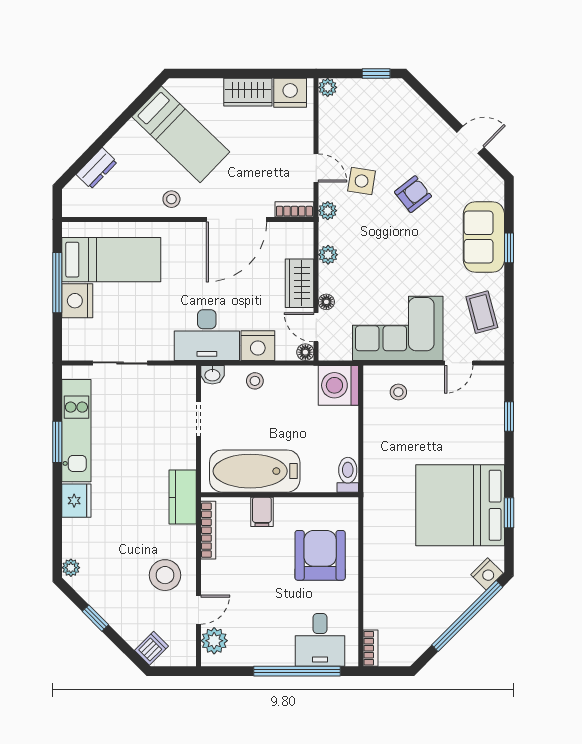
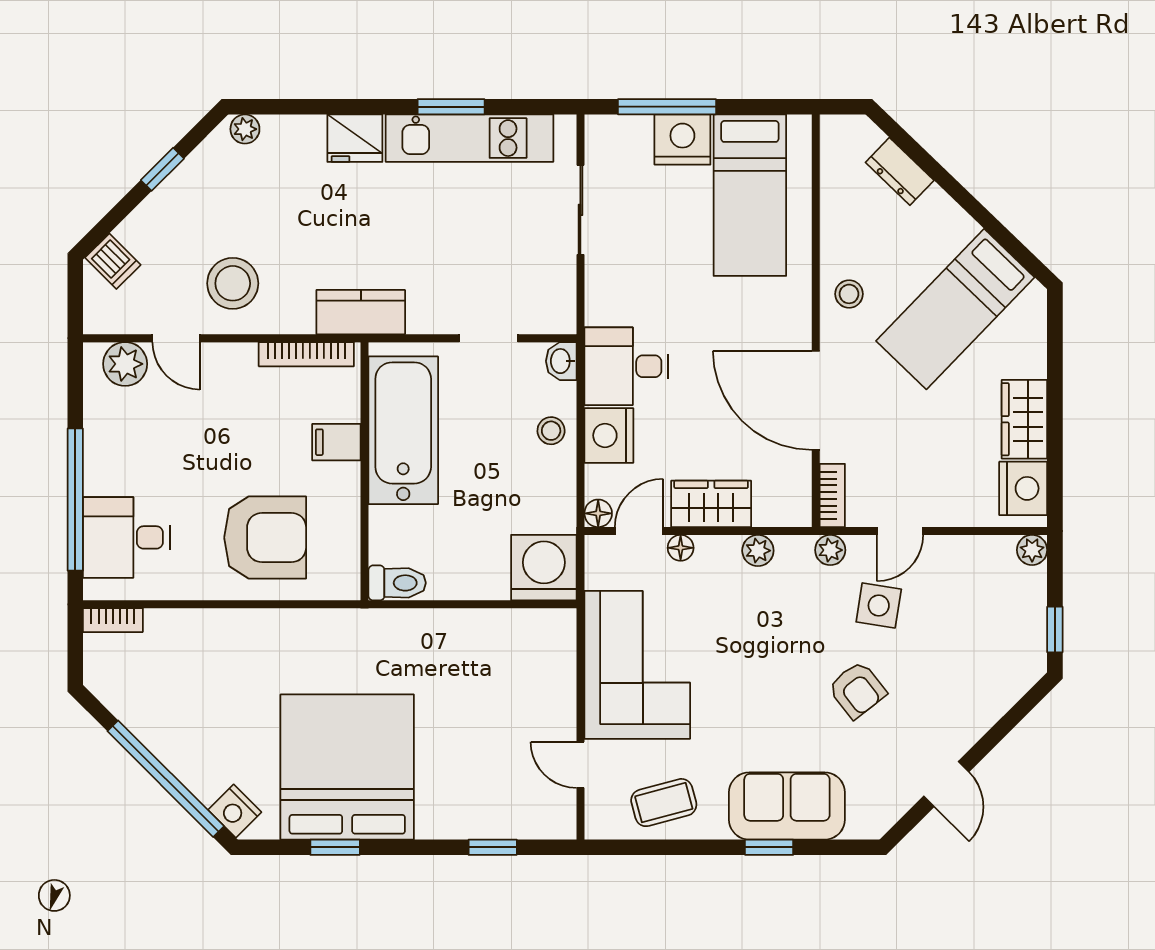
window: (57, 283) -> (667, 107), moved
desk: (207, 335) -> (626, 366), width x0.73
stool: (398, 392) -> (533, 666), removed

